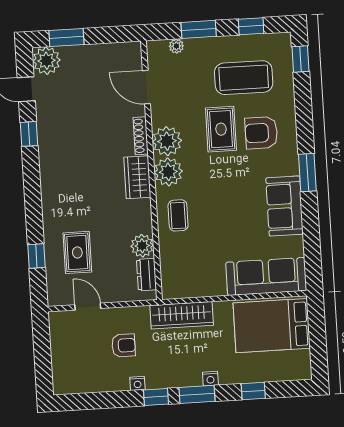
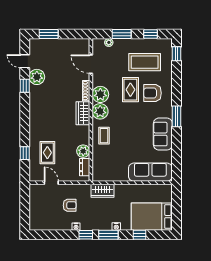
plant: (46, 61) -> (37, 77), moved
wardrobe: (182, 315) -> (103, 191), width x0.67
bed: (272, 326) -> (152, 217), moved

